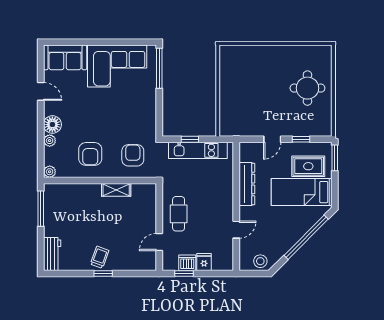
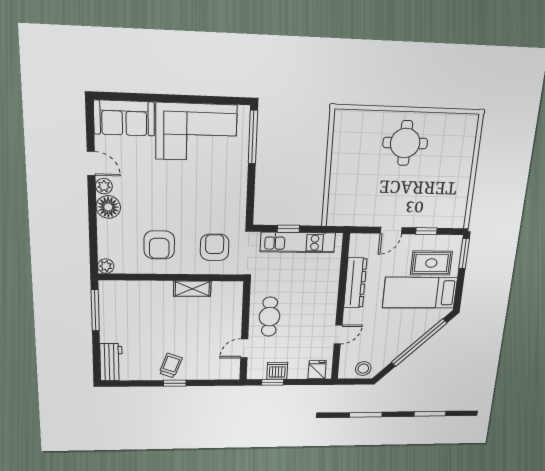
round table: (307, 88) -> (405, 143), moved
plant: (50, 141) -> (104, 186), moved
fridge: (204, 262) -> (317, 370), moved

